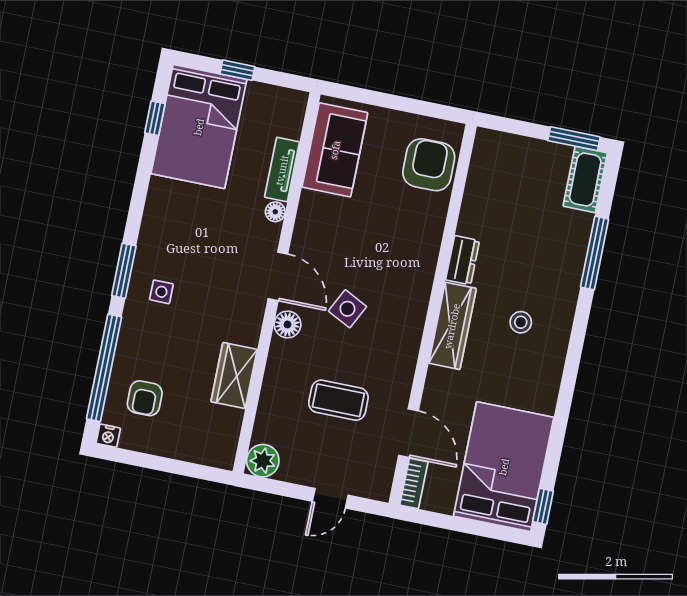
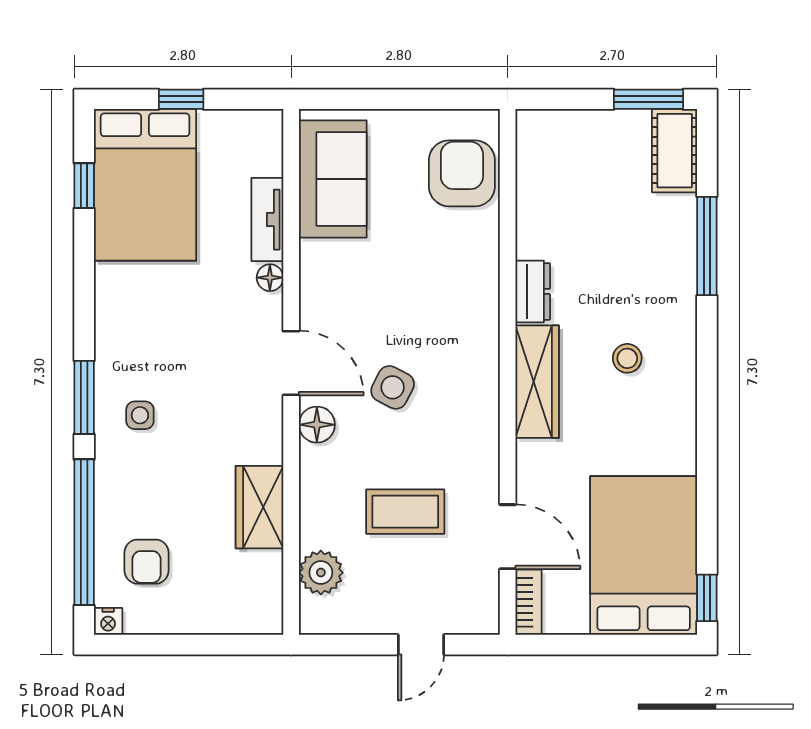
plant: (263, 461) -> (321, 573), moved

